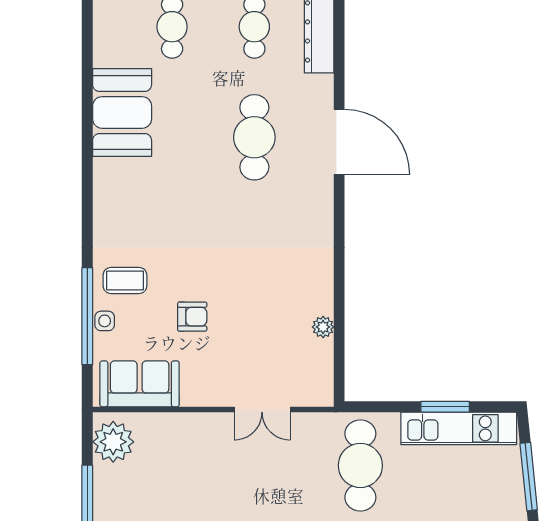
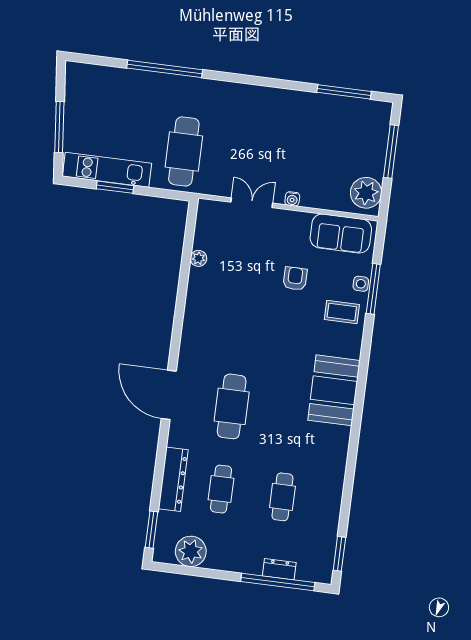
booth: (122, 112) -> (334, 390), moved
window: (87, 316) -> (373, 289), width x0.68
armchair: (192, 317) -> (295, 279), turned 90
water cooler: (209, 421) -> (292, 199), added

